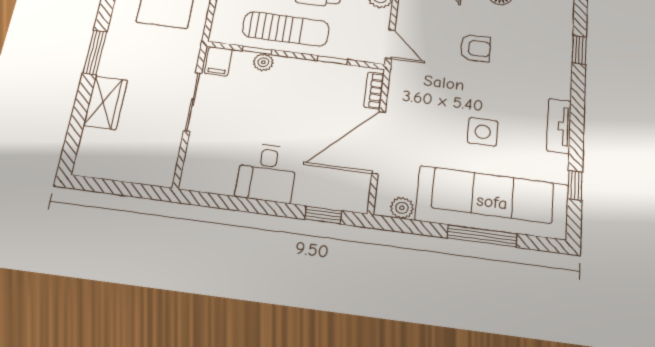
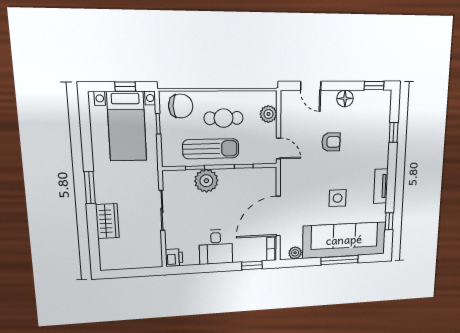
filing cabinet: (218, 61) -> (172, 180), removed
plant: (263, 62) -> (206, 181), width x1.87, depth x1.87
bookcase: (374, 91) -> (272, 249), moved
printer: (194, 177) -> (174, 258), added

